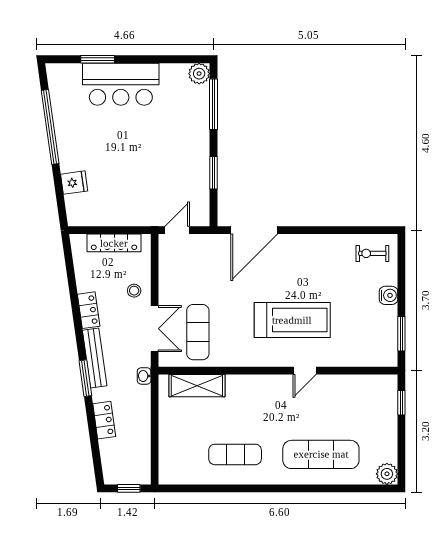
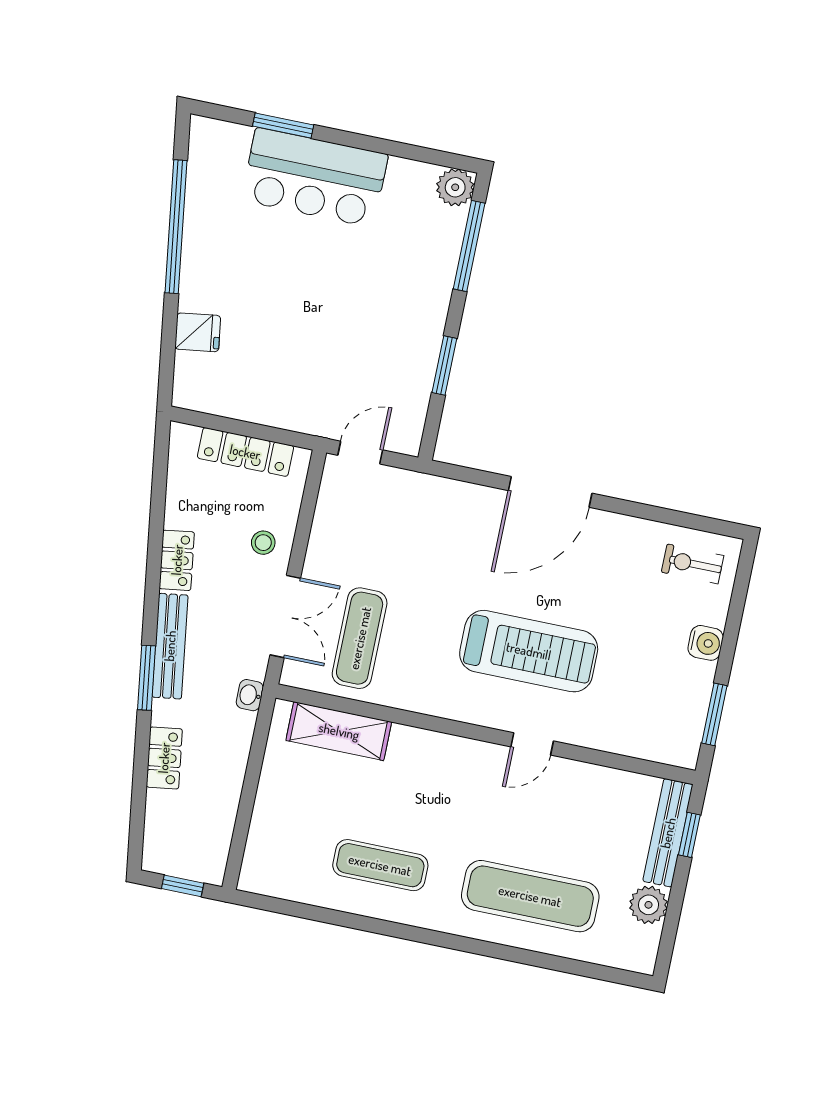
door: (254, 230) -> (550, 492), moved
bench: (389, 404) -> (668, 833), added
plant: (387, 474) -> (649, 905), moved

